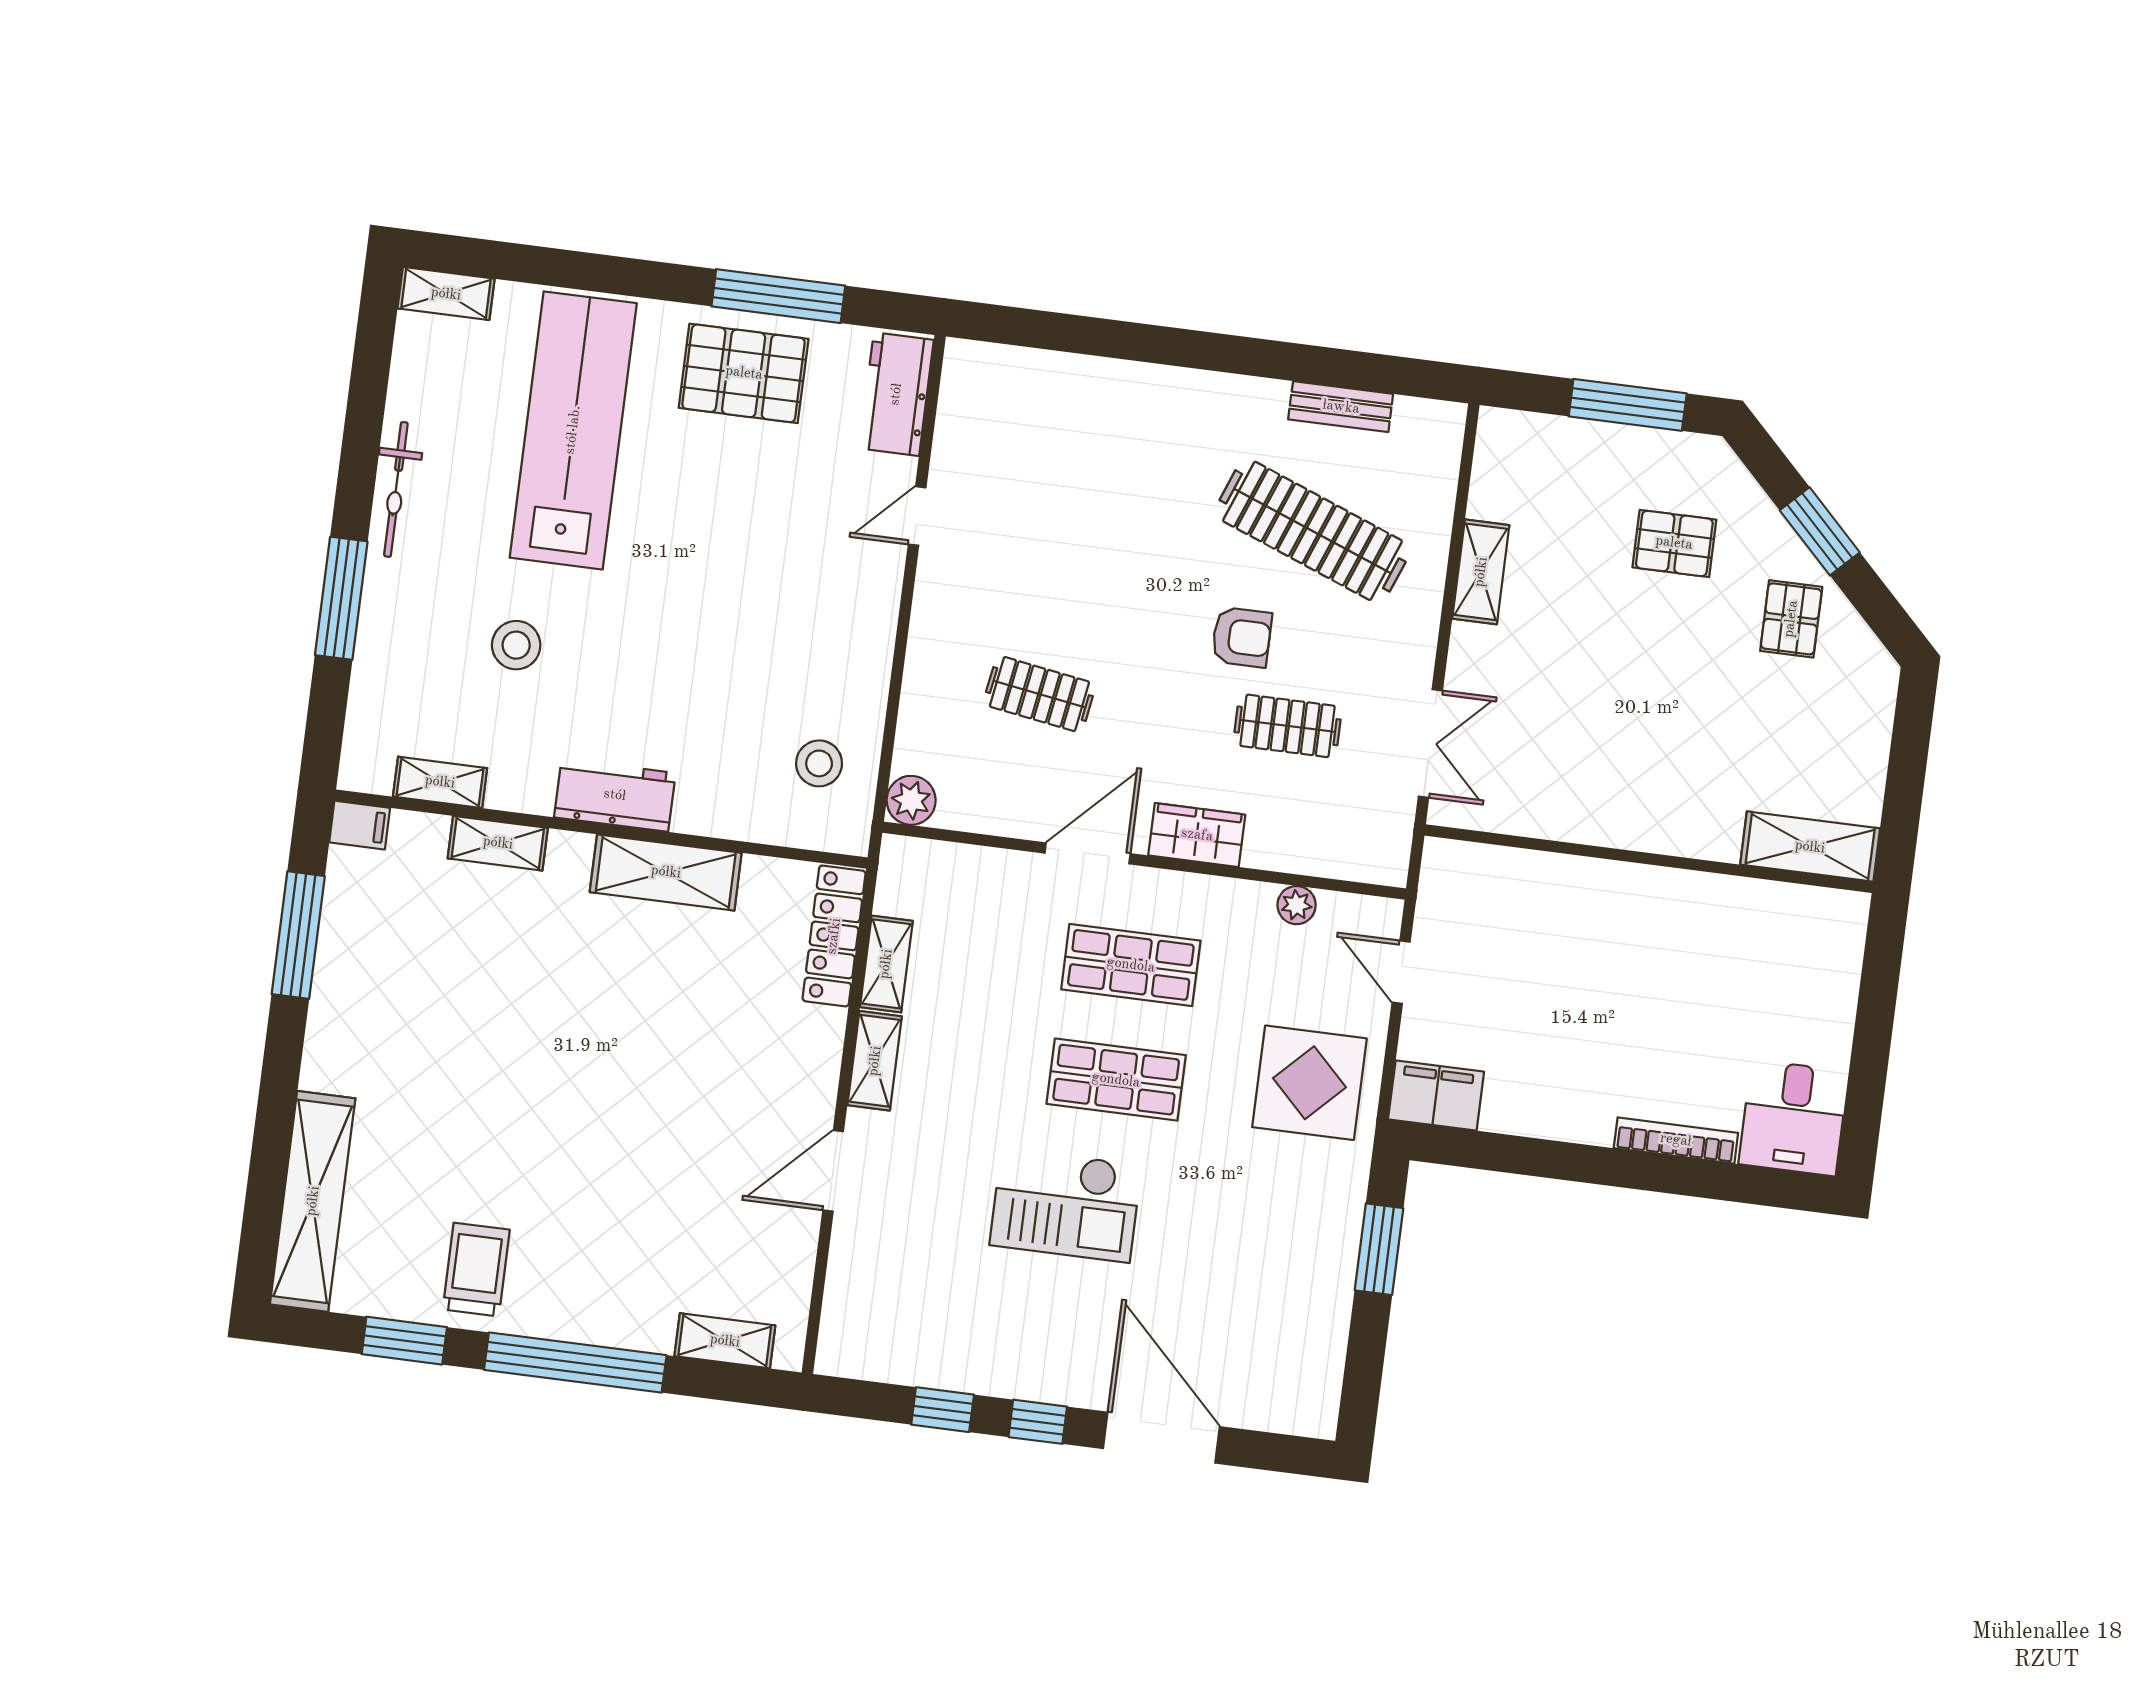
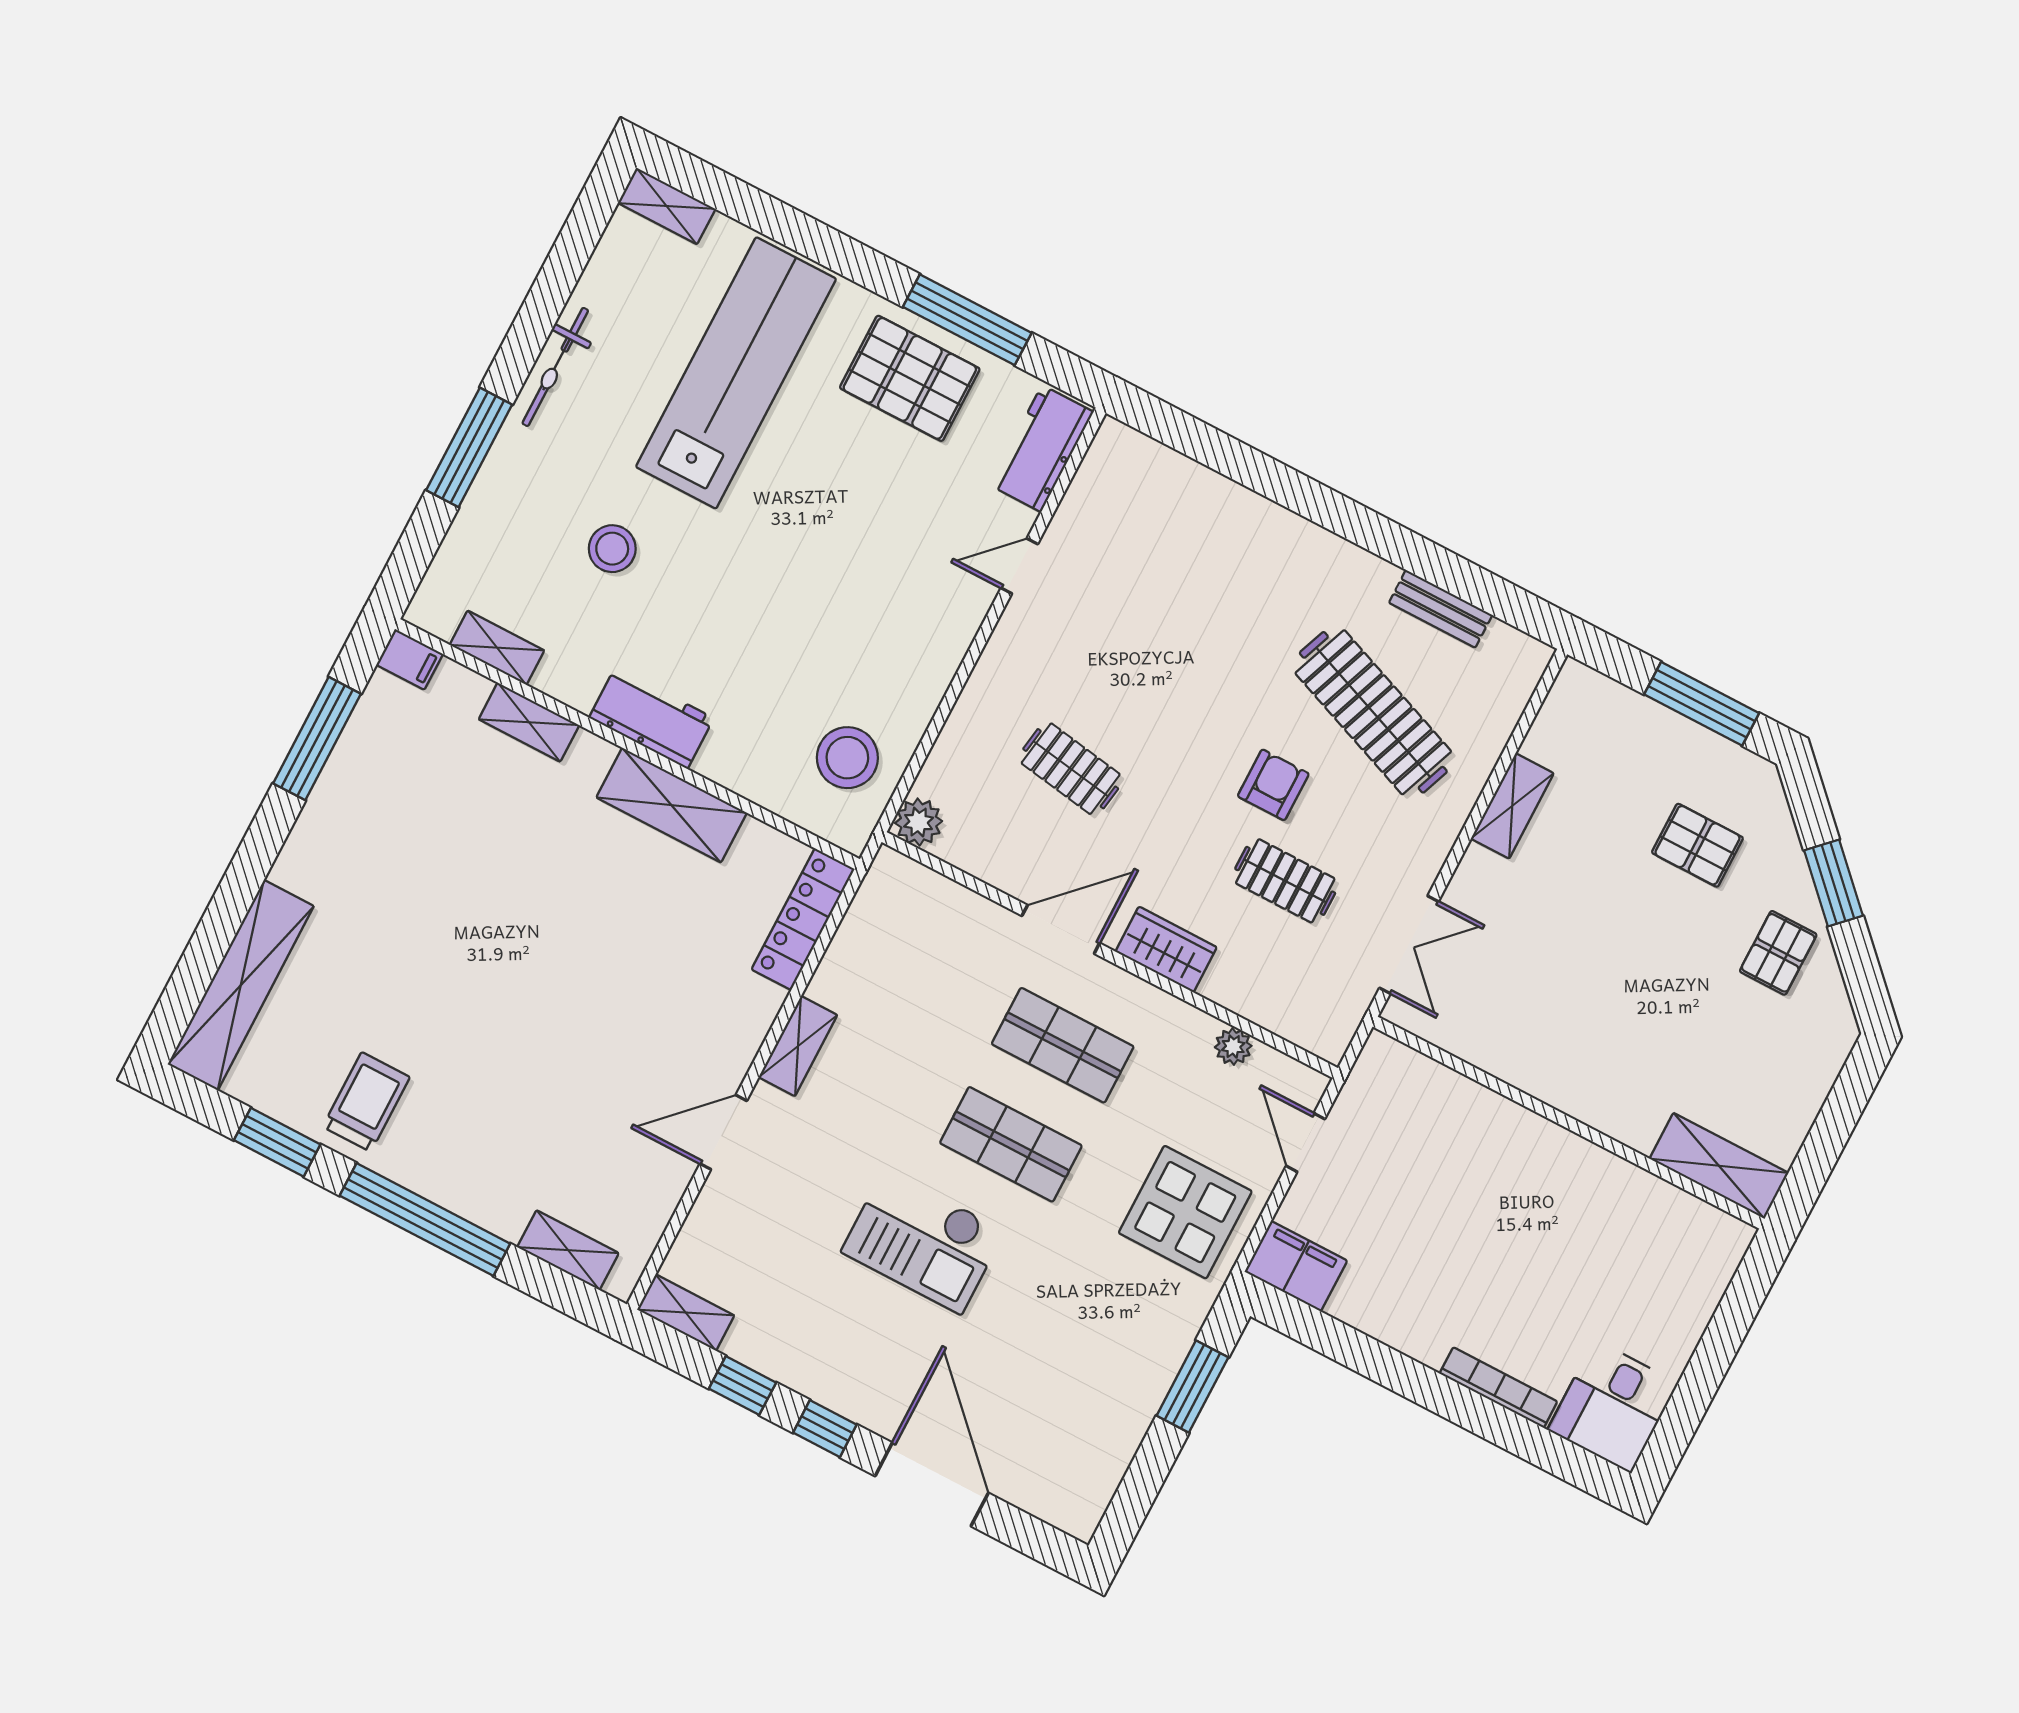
armchair: (1242, 637) -> (1273, 785), turned -90
stool: (819, 763) -> (847, 758), width x1.38, depth x1.38
shelving: (886, 964) -> (686, 1313), moved, turned 90

